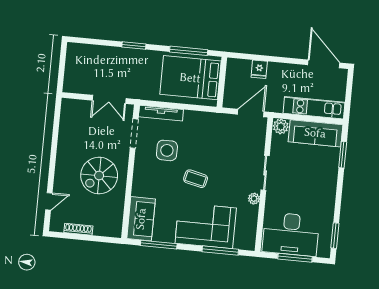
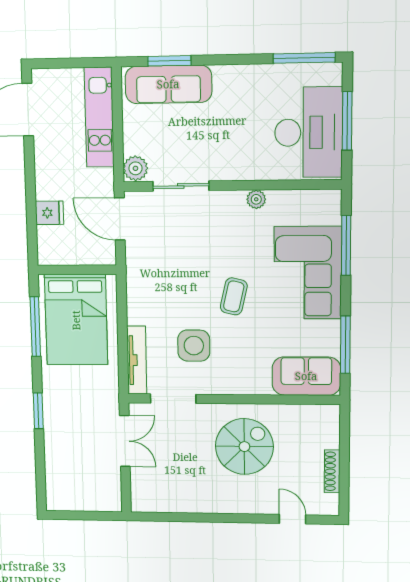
sofa: (315, 133) -> (168, 84), moved, turned 90
sliding door: (265, 173) -> (181, 186), moved
spiral stairs: (99, 176) -> (244, 447), turned -90
window: (335, 236) -> (304, 58), width x1.44

